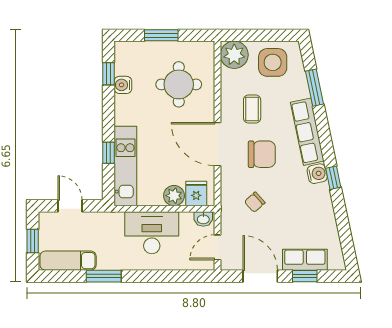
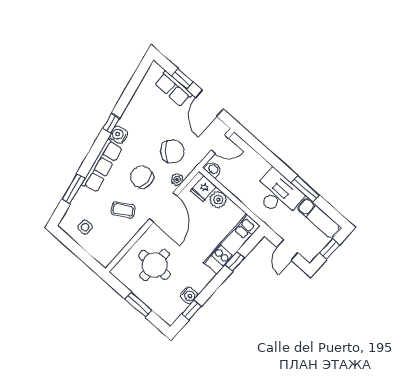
plant: (234, 55) -> (177, 179), moved, width x0.53, depth x0.53
side table: (273, 62) -> (85, 227), width x0.54, depth x0.54
coffee table: (252, 109) -> (123, 210), turned 59
chair: (255, 202) -> (172, 151), width x1.87, depth x1.87
desk: (152, 233) -> (278, 194), moved, turned 180

